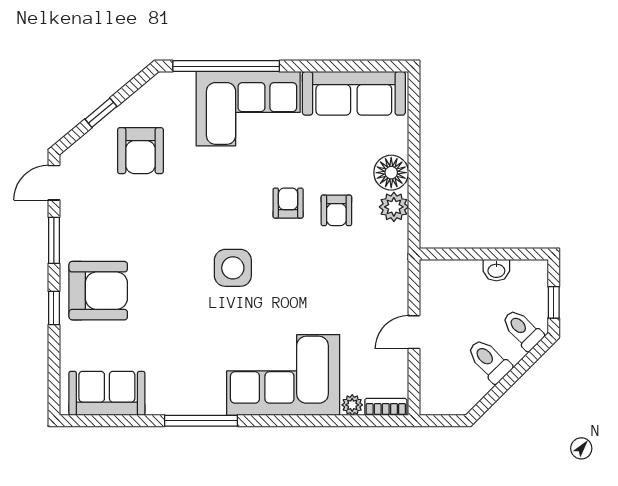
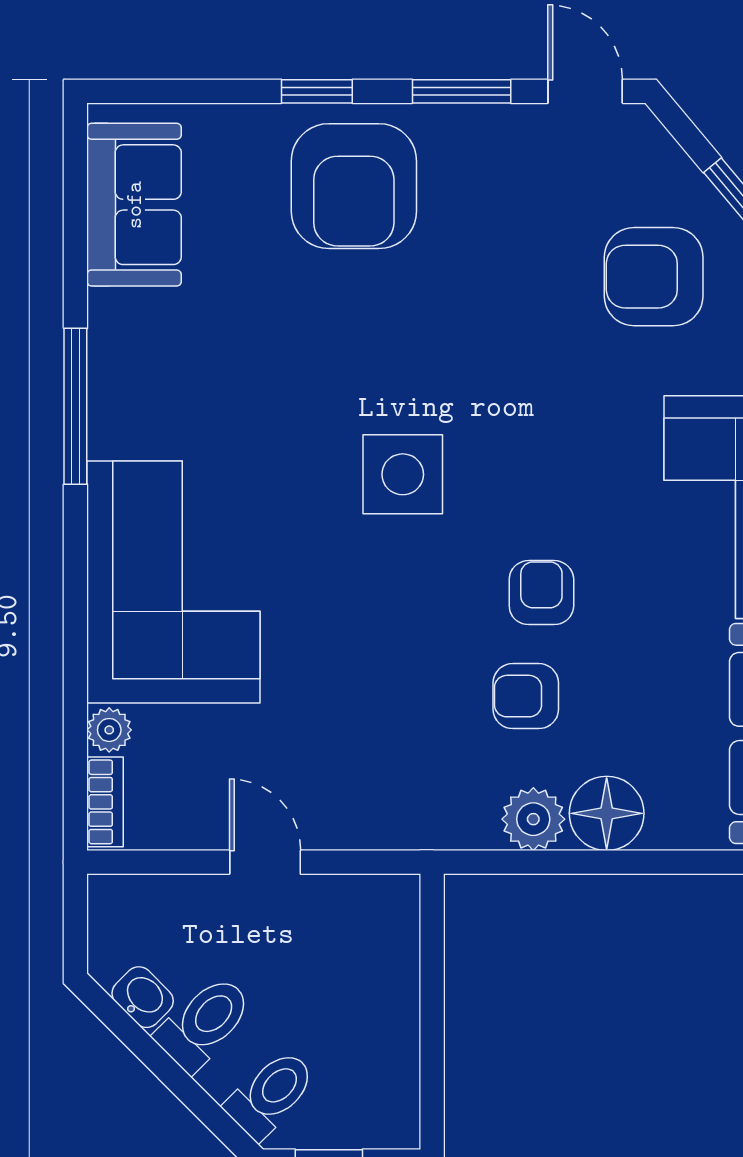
armchair: (288, 203) -> (541, 593), turned -90
washbasin: (496, 270) -> (143, 997), moved, turned 135

